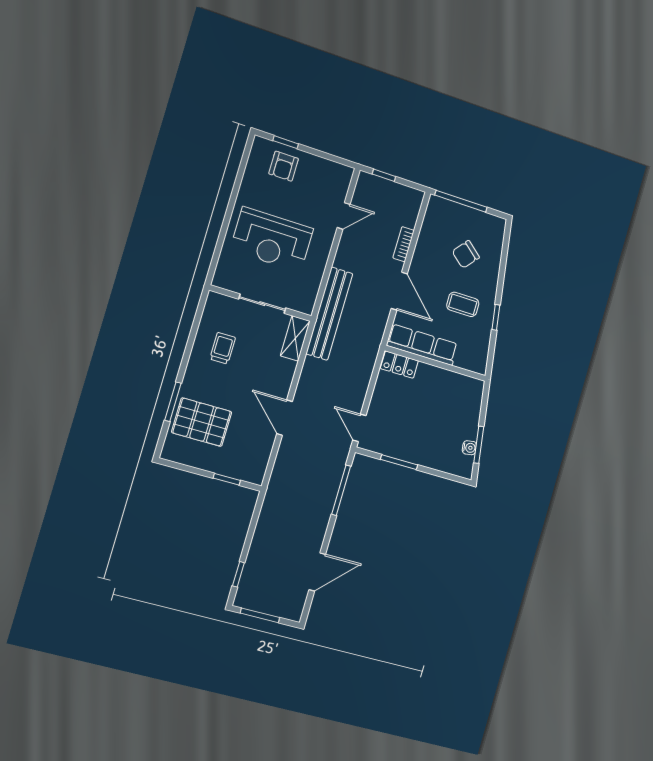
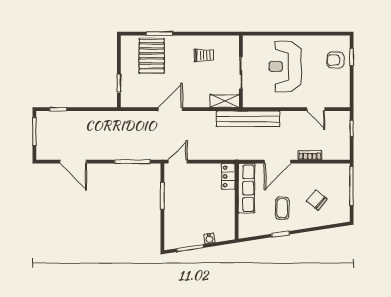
water cooler: (469, 448) -> (209, 238), moved

